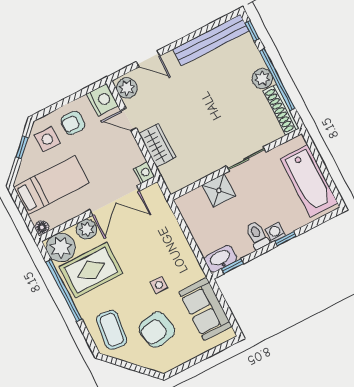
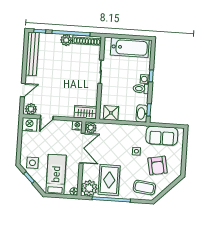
armchair: (73, 123) -> (32, 146), removed
wardrobe: (157, 145) -> (85, 112), moved
shower: (219, 190) -> (111, 113), moved
plant: (86, 229) -> (91, 128), moved

